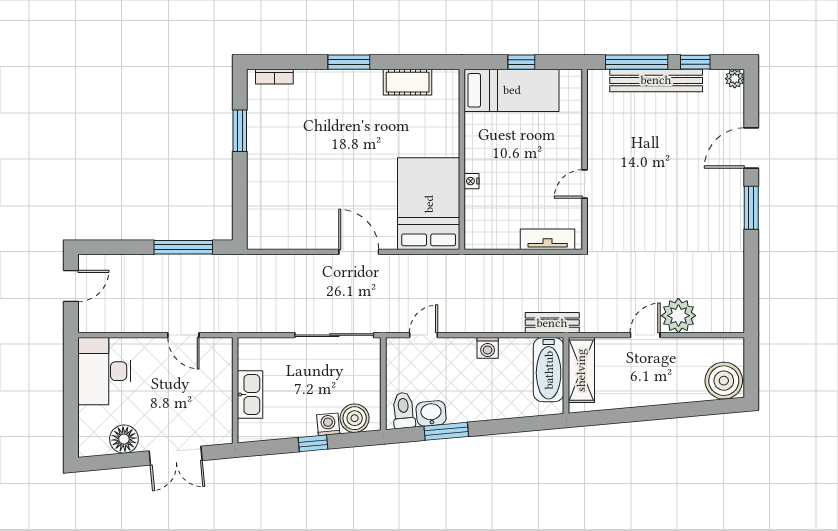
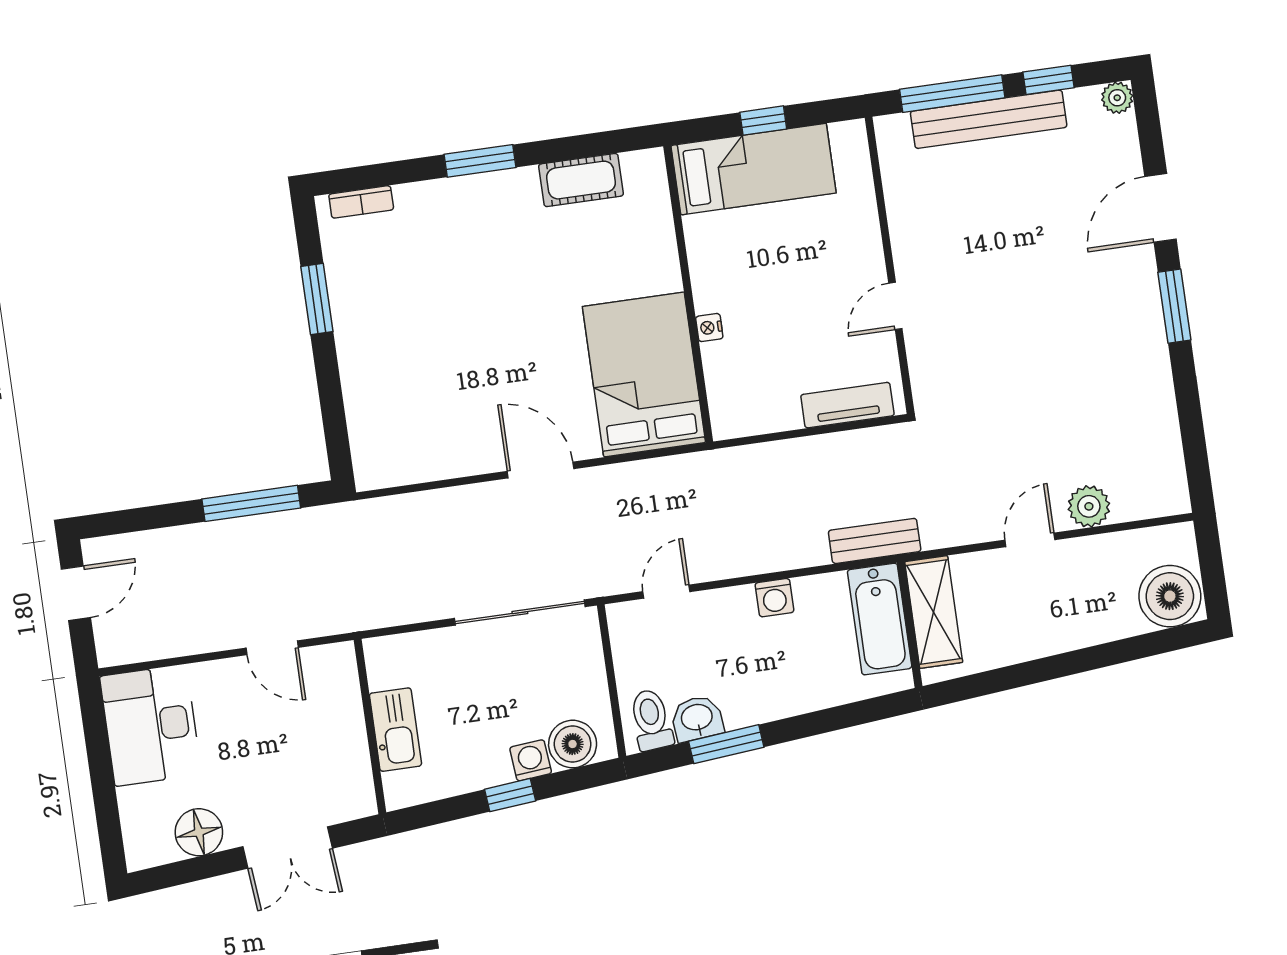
plant: (678, 316) -> (1089, 506), width x0.73, depth x0.73

